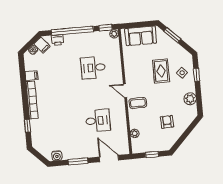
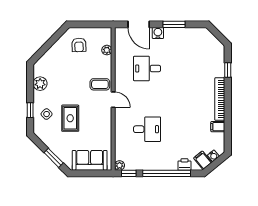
armchair: (167, 122) -> (79, 45), moved
window: (152, 154) -> (89, 24), removed
water cooler: (57, 156) -> (158, 33), moved

